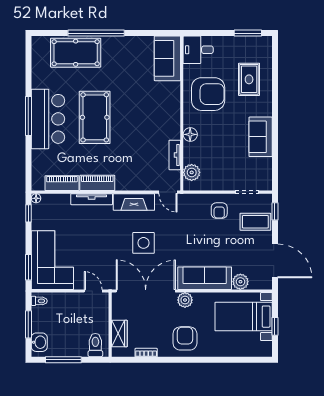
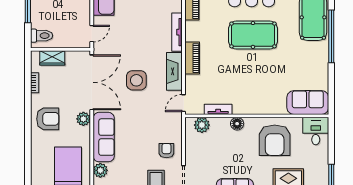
piano: (97, 183) -> (192, 58), moved
armchair: (219, 211) -> (166, 151), turned 90

